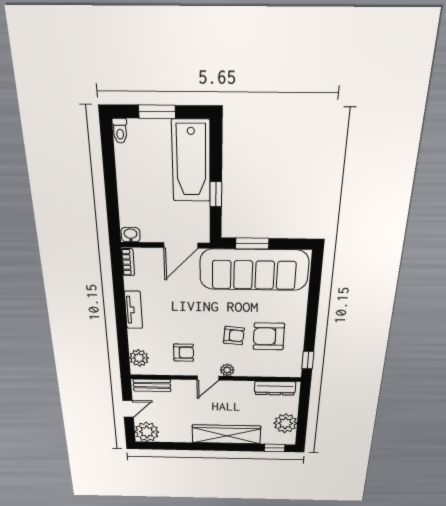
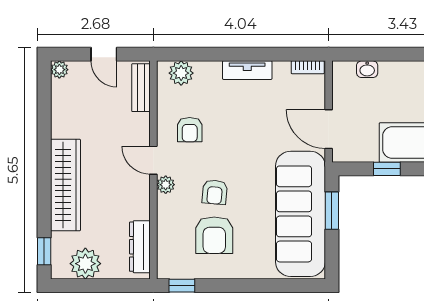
washbasin: (131, 235) -> (367, 69), moved, turned 90
armchair: (269, 336) -> (214, 235), turned 180
plant: (147, 432) -> (59, 70), width x0.53, depth x0.53

